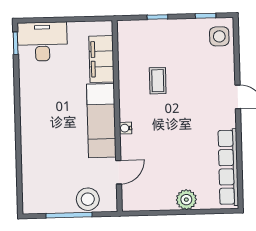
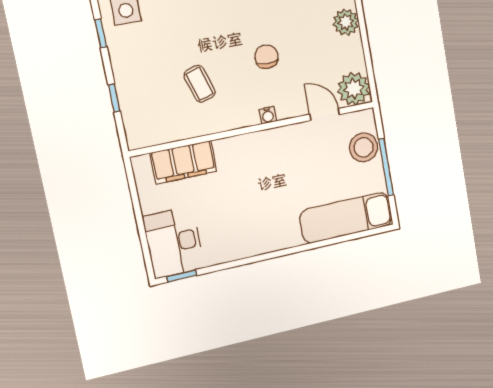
coffee table: (158, 81) -> (200, 84), turned 73
exam couch: (101, 121) -> (346, 218), moved, turned 180
chair: (170, 134) -> (266, 57), added
plant: (135, 198) -> (354, 89), added

